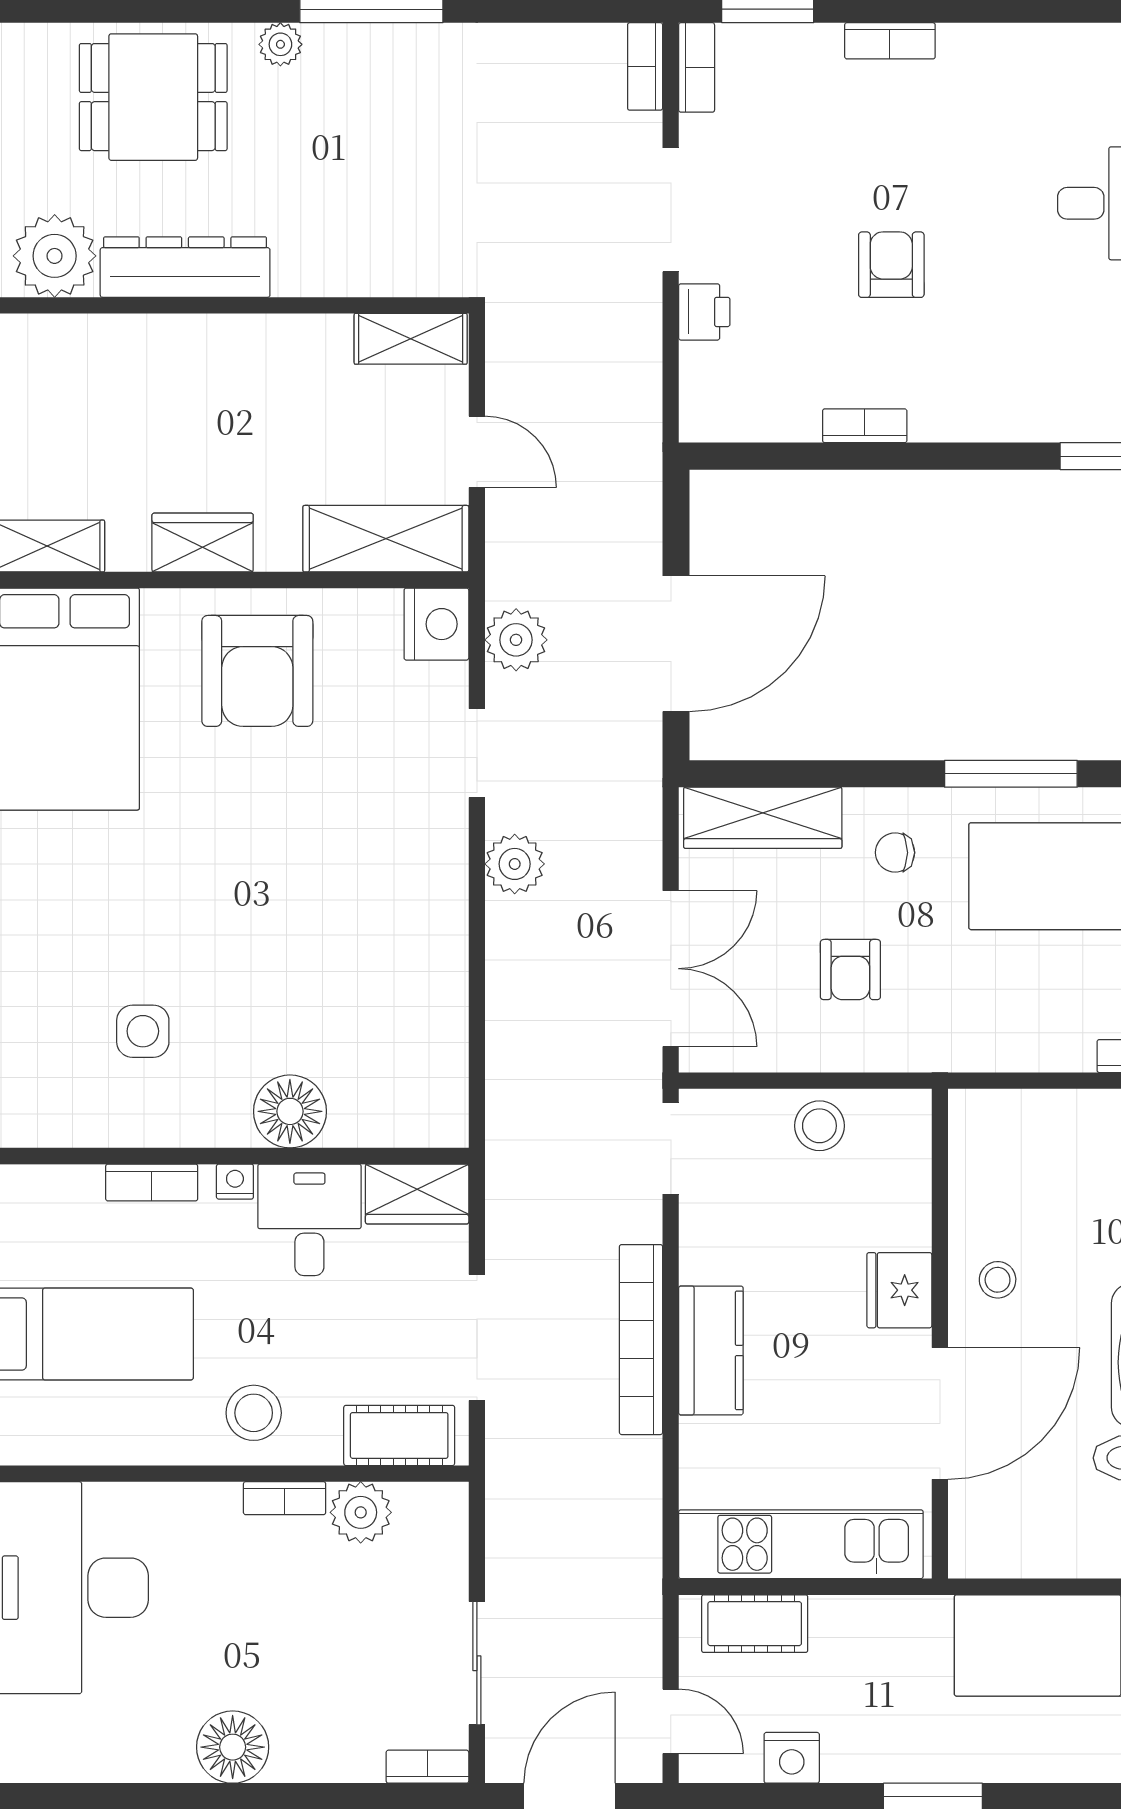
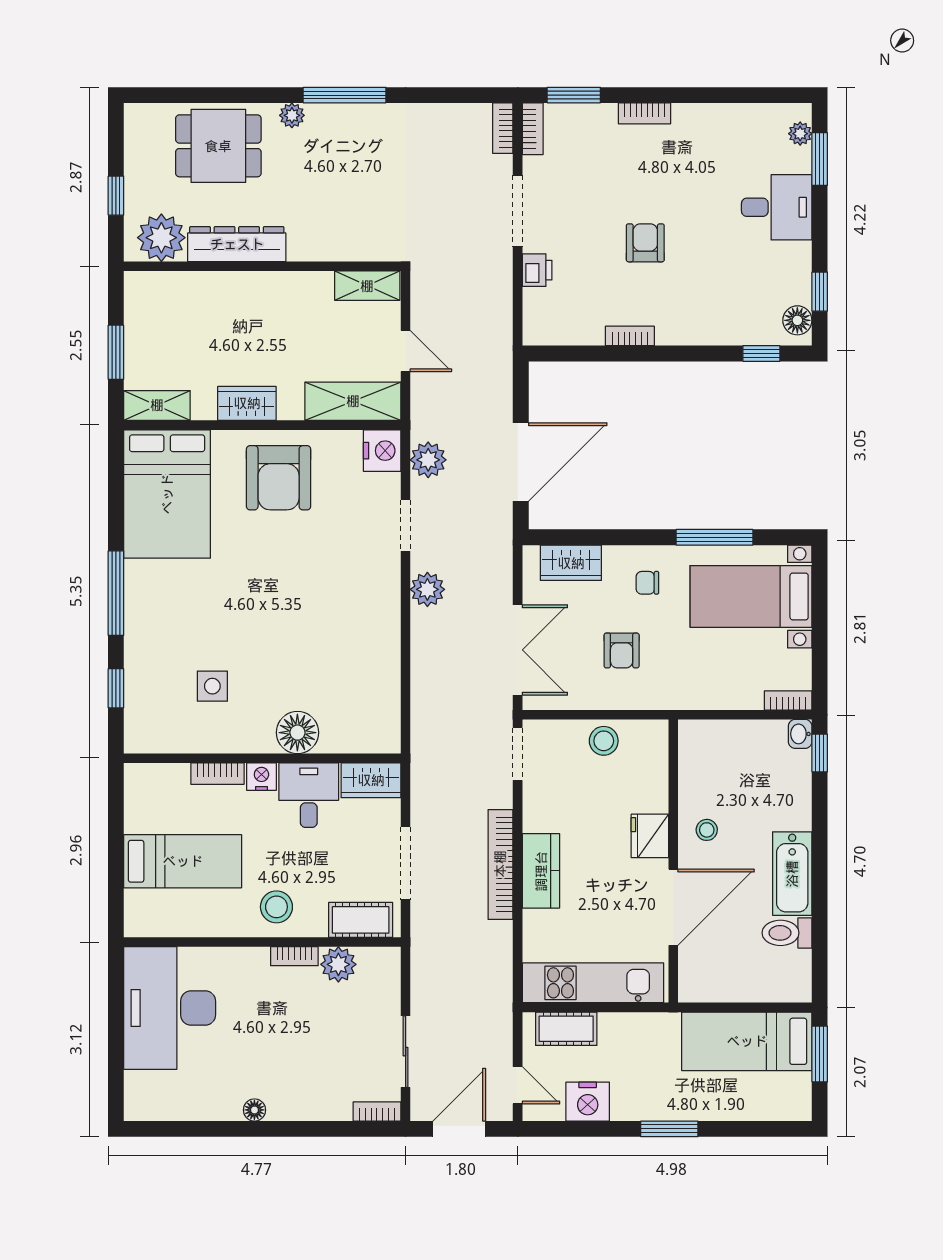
wardrobe: (763, 818) -> (571, 563), width x0.67
nightstand: (235, 1182) -> (261, 777), width x1.39, depth x1.35
floor lamp: (233, 1747) -> (254, 1110), width x0.53, depth x0.53
nightstand: (792, 1758) -> (588, 1102), width x1.36, depth x1.33

